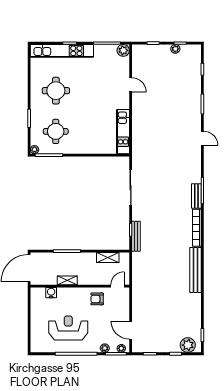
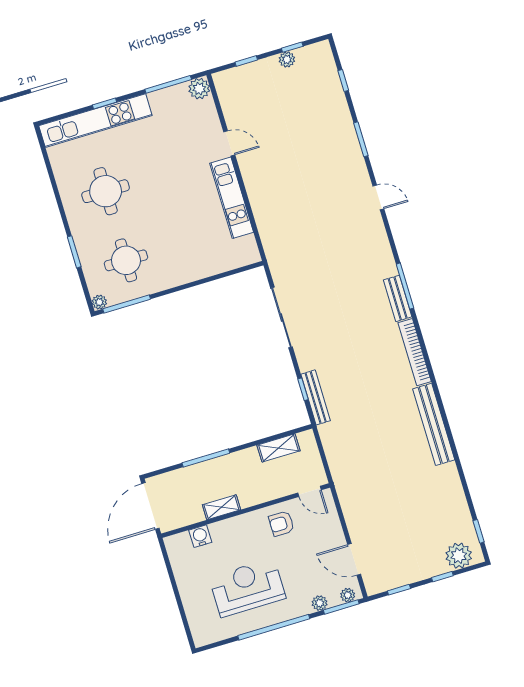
kitchen unit: (123, 132) -> (232, 198), moved
door: (117, 286) -> (309, 491), swing flipped

